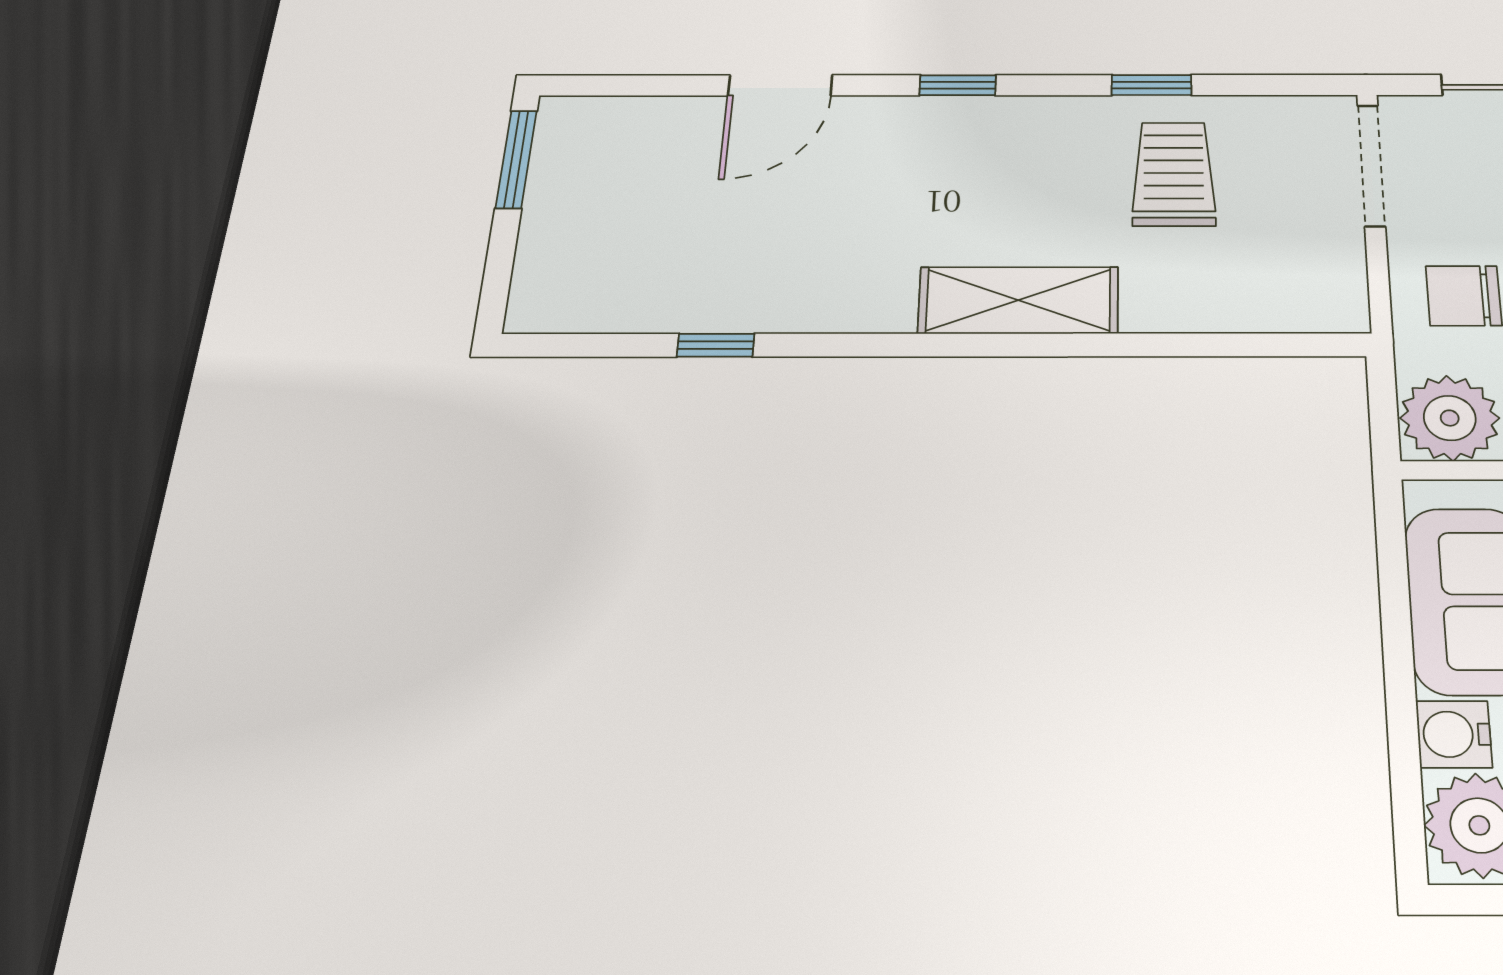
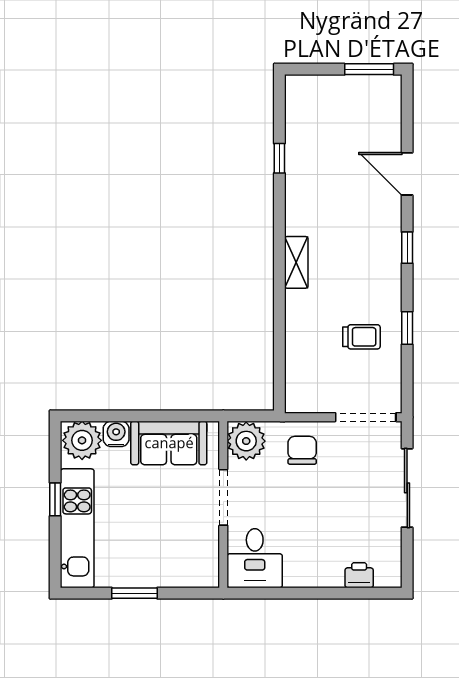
trolley: (1174, 174) -> (361, 337), width x0.73, depth x0.72
shelving: (1018, 300) -> (296, 262), width x0.67, depth x0.75

